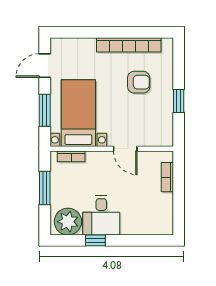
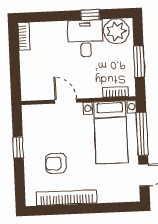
window: (45, 110) -> (142, 134), width x1.44
bookcase: (167, 177) -> (24, 36), moved

